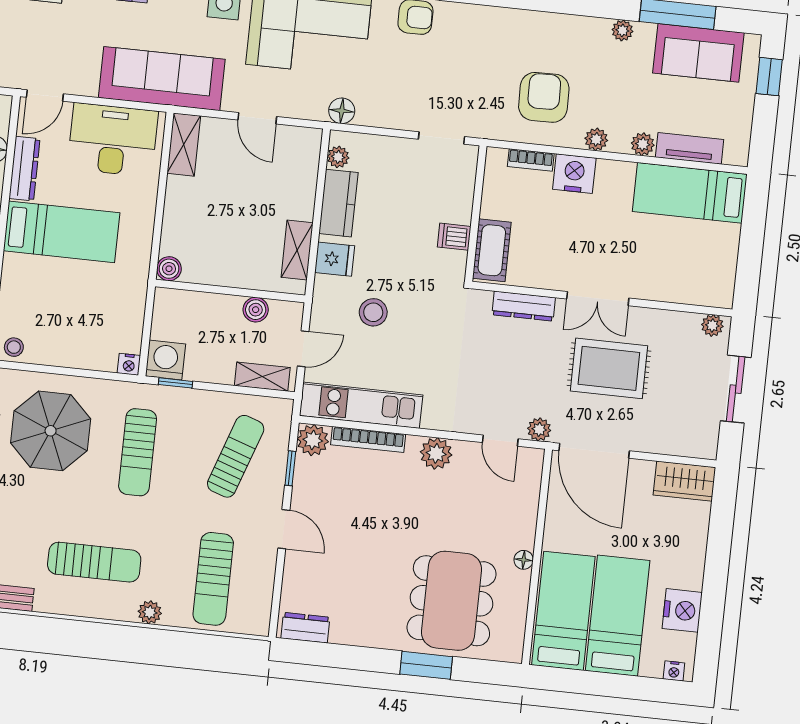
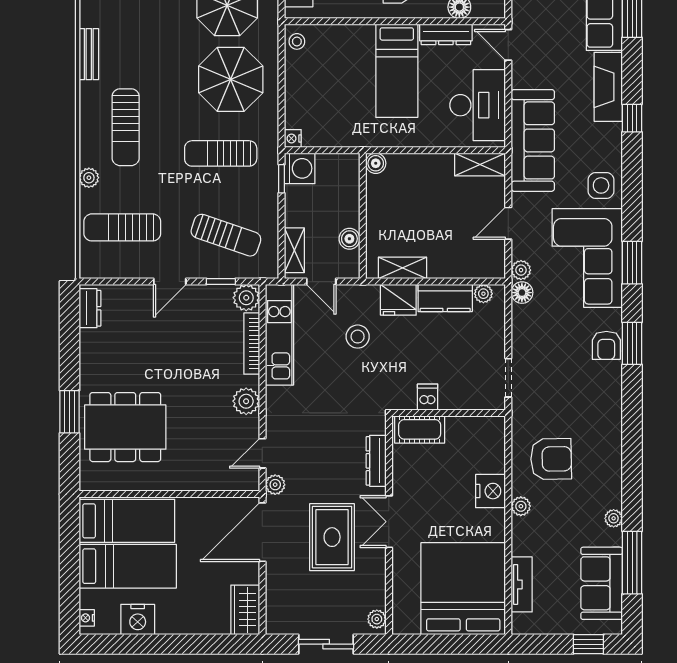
plant: (643, 144) -> (521, 270), moved
bookcase: (531, 160) -> (498, 454), removed
bed: (690, 193) -> (463, 589), width x2.04
fridge: (335, 259) -> (398, 300), width x1.38
floor lamp: (524, 560) -> (166, 483), removed

